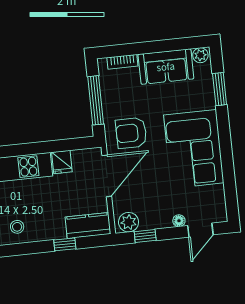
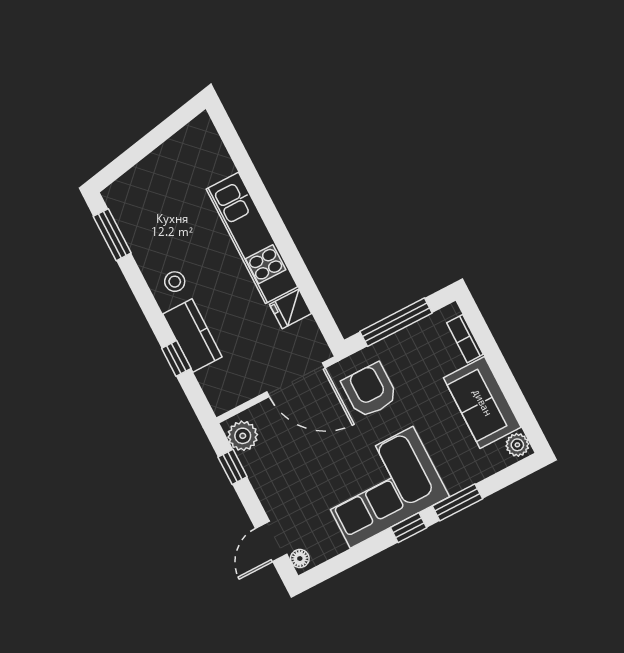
window: (220, 89) -> (457, 502), moved
window: (225, 142) -> (409, 528), added
floor lamp: (179, 221) -> (300, 559), moved
kitchen counter: (88, 225) -> (192, 335), moved
door: (200, 230) -> (271, 541), hinge flipped

